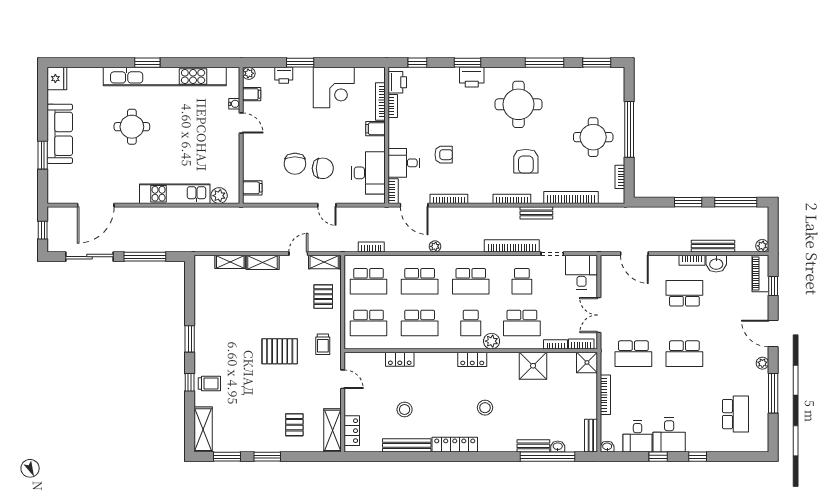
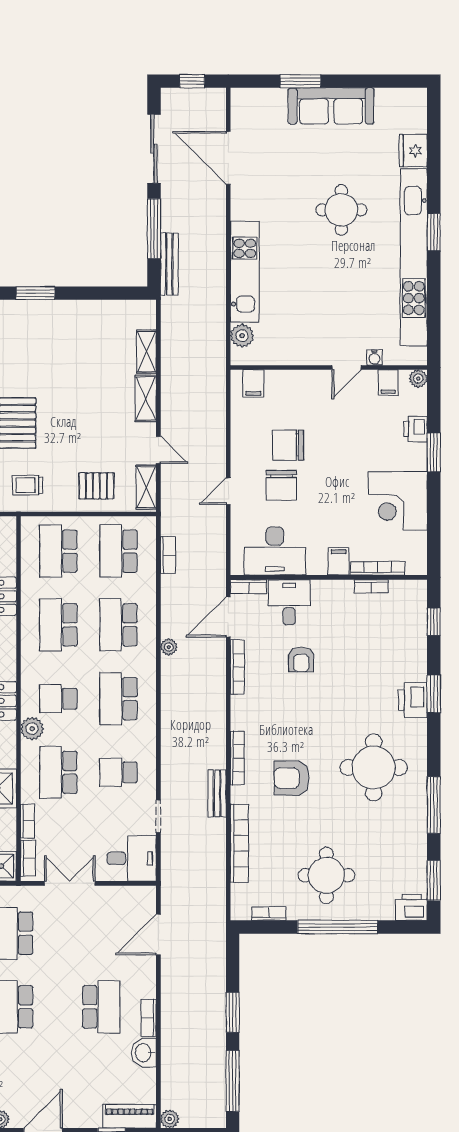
fridge: (57, 79) -> (413, 151), moved, turned 90
printer: (397, 82) -> (411, 907), moved, turned 180
bookcase: (512, 246) -> (169, 758), removed
bench: (713, 246) -> (169, 264), moved

